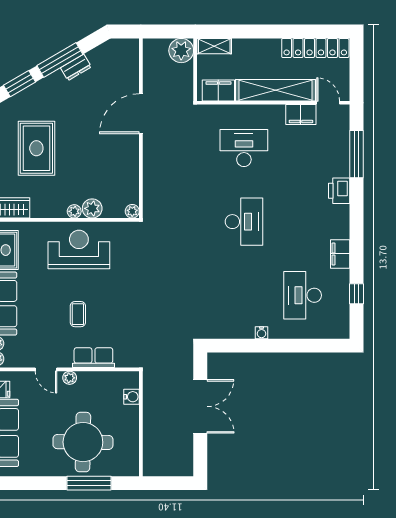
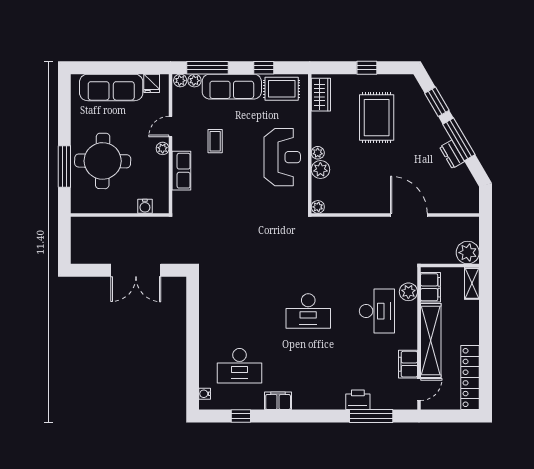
plant: (223, 114) -> (408, 292), added
rug: (36, 148) -> (377, 118), turned 90
printer: (339, 191) -> (358, 400), moved
desk: (303, 295) -> (240, 366), turned 180
coffee table: (78, 314) -> (215, 141), moved, turned 90
water cooler: (261, 333) -> (205, 394), moved

